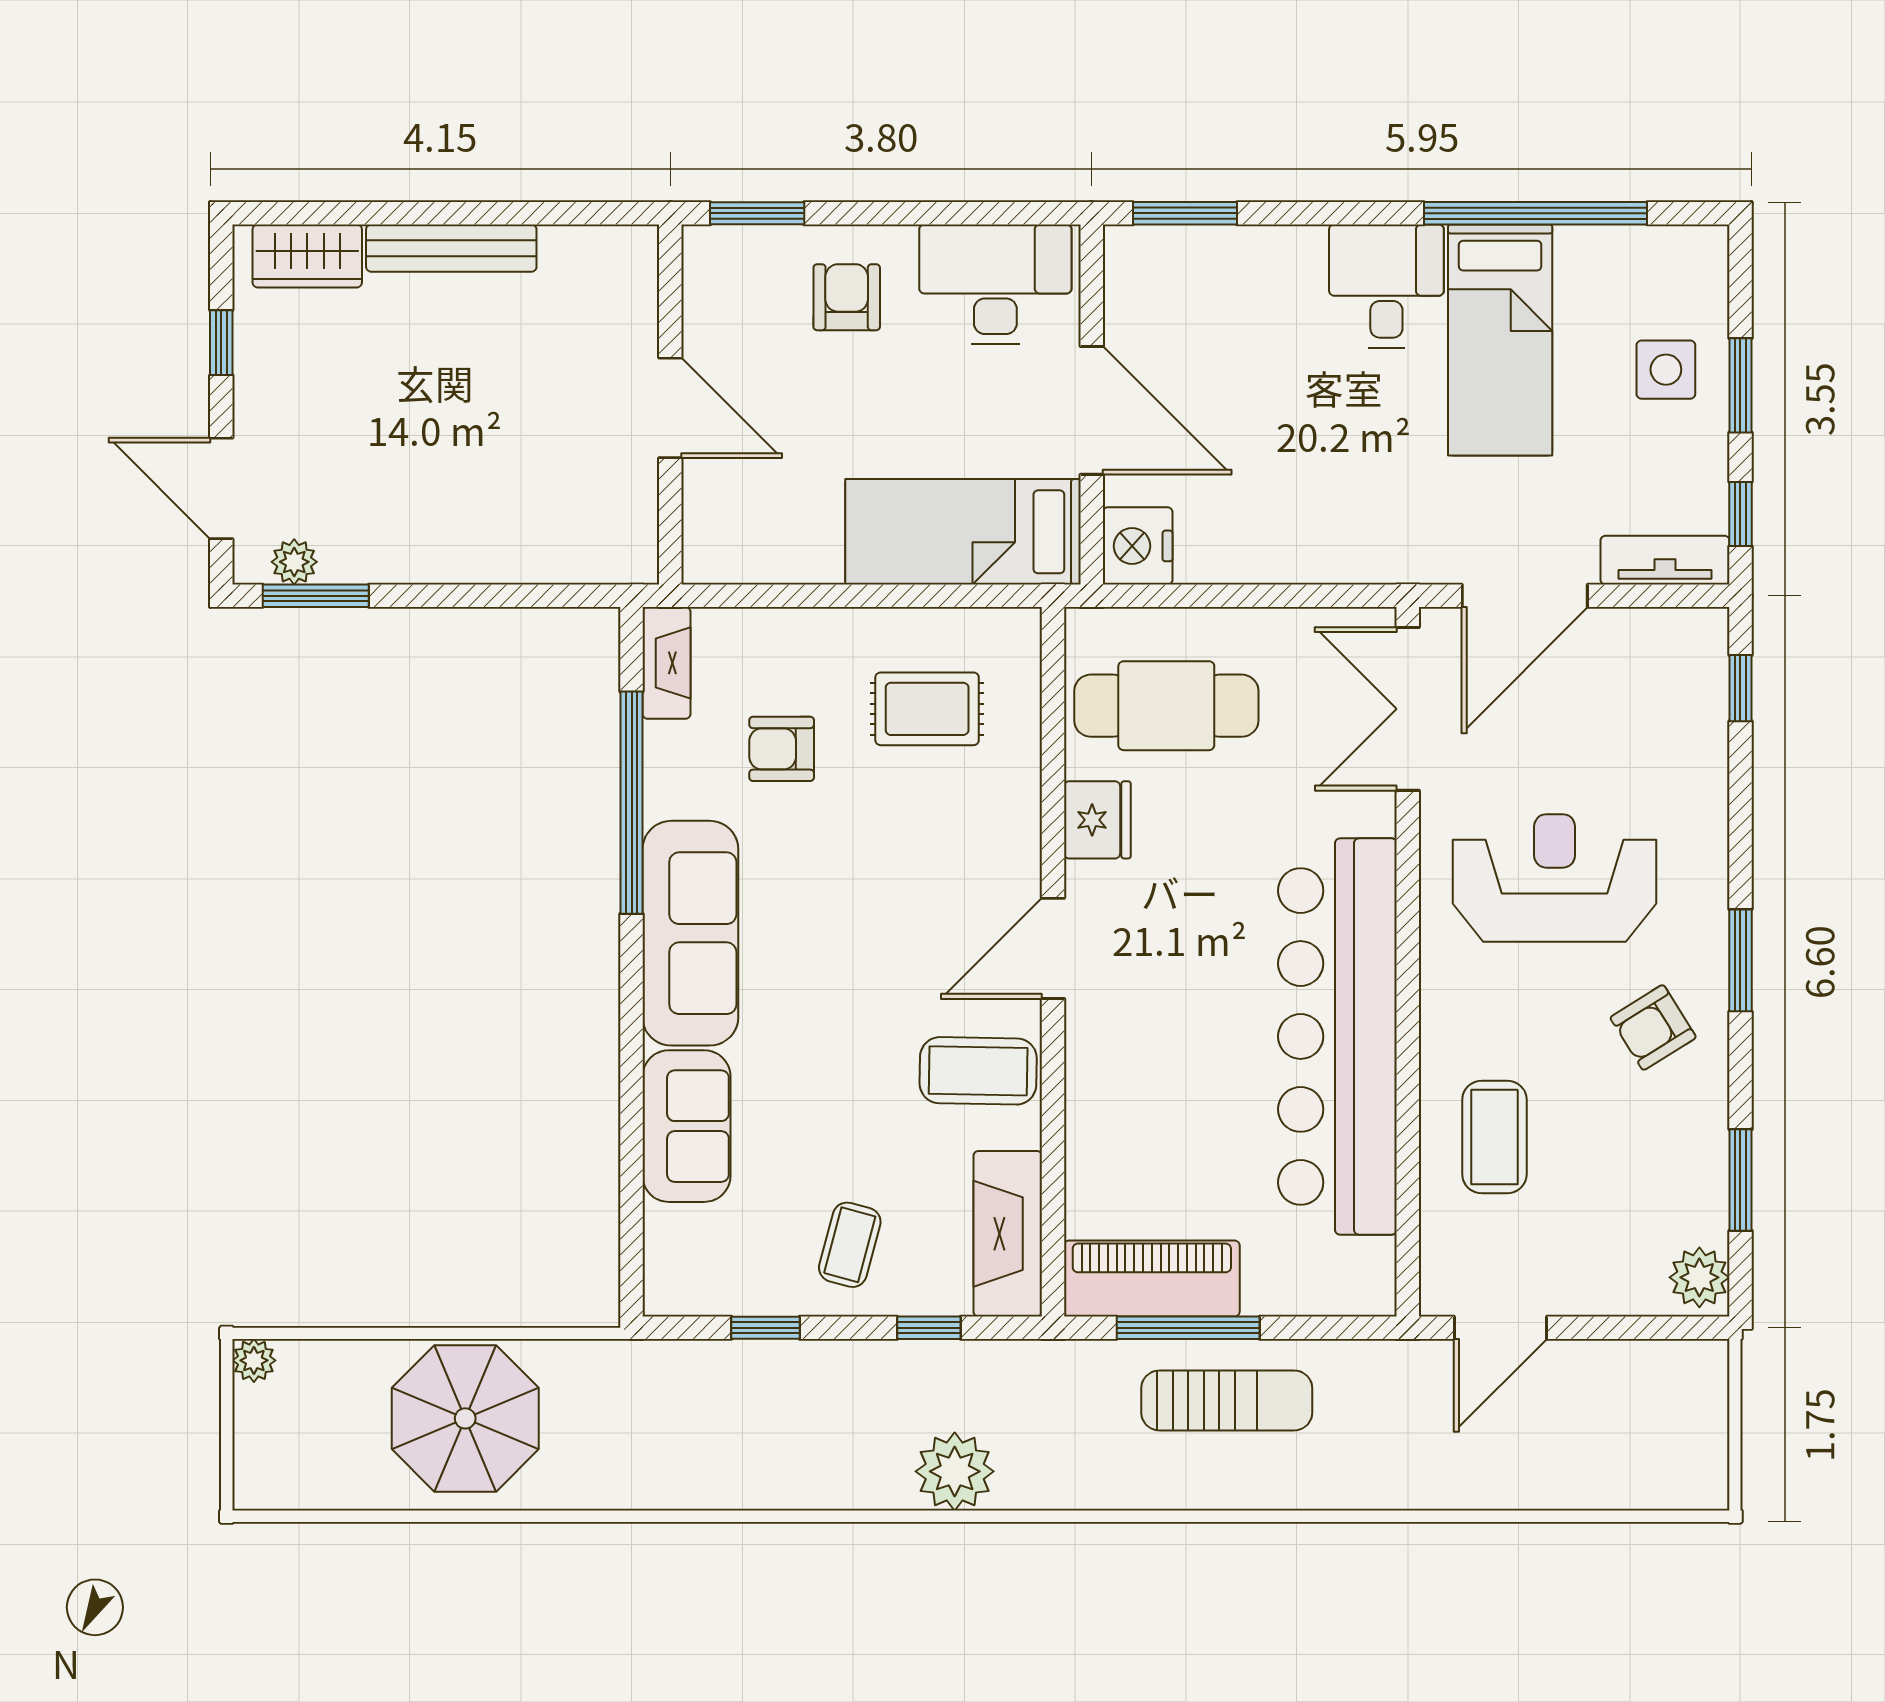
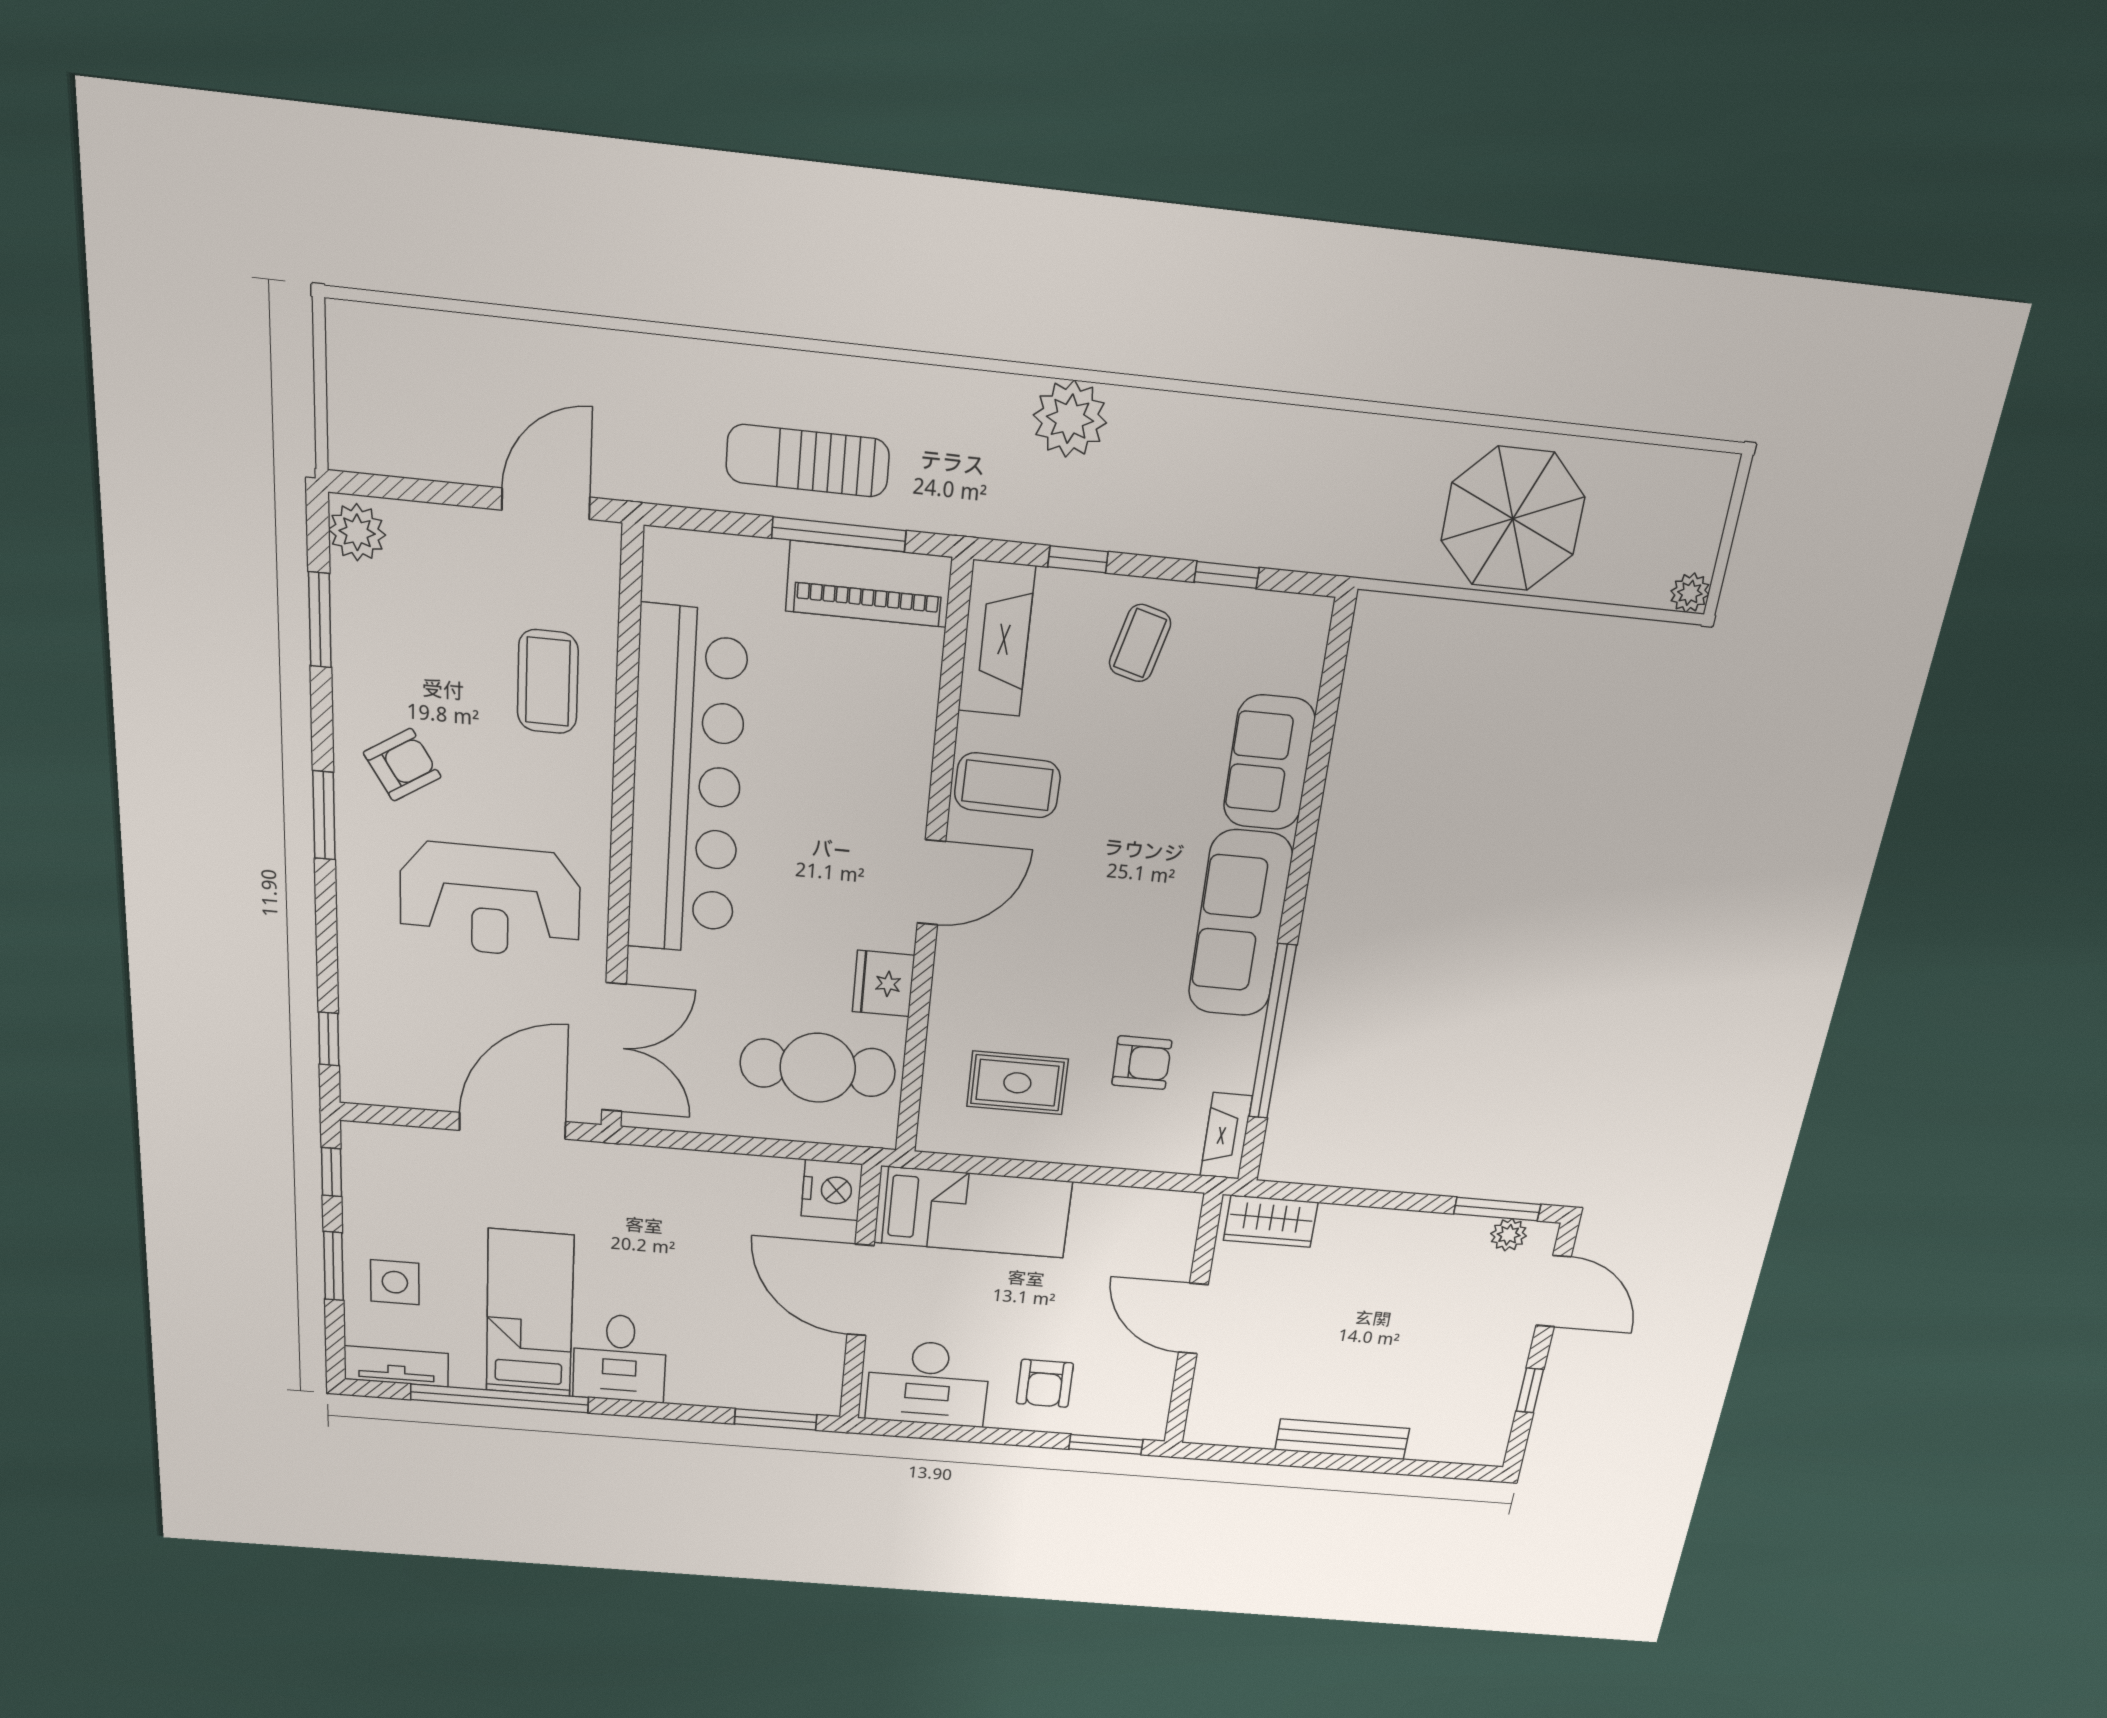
wardrobe: (307, 256) -> (1271, 1221), moved, turned 180
tv unit: (1665, 560) -> (396, 1366), moved, turned 180

